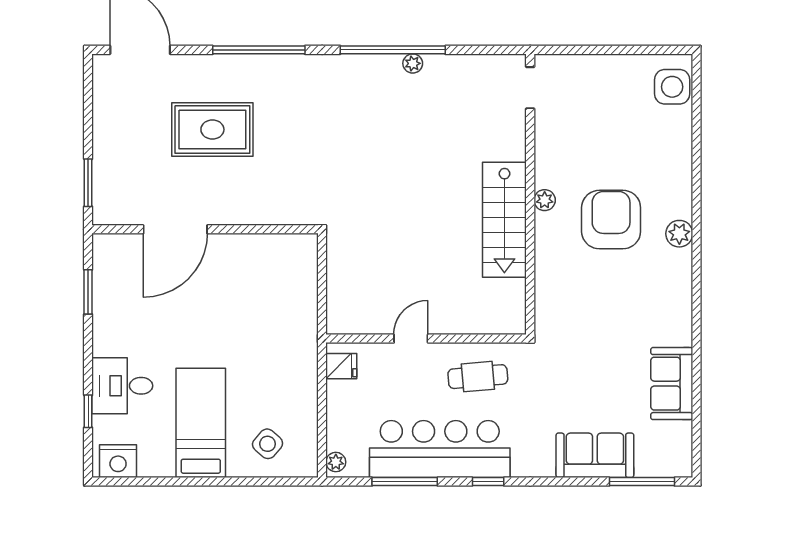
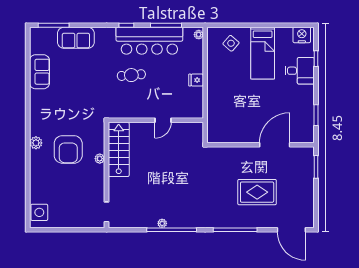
door: (411, 339) -> (163, 120), moved
wall: (426, 339) -> (156, 120), moved

